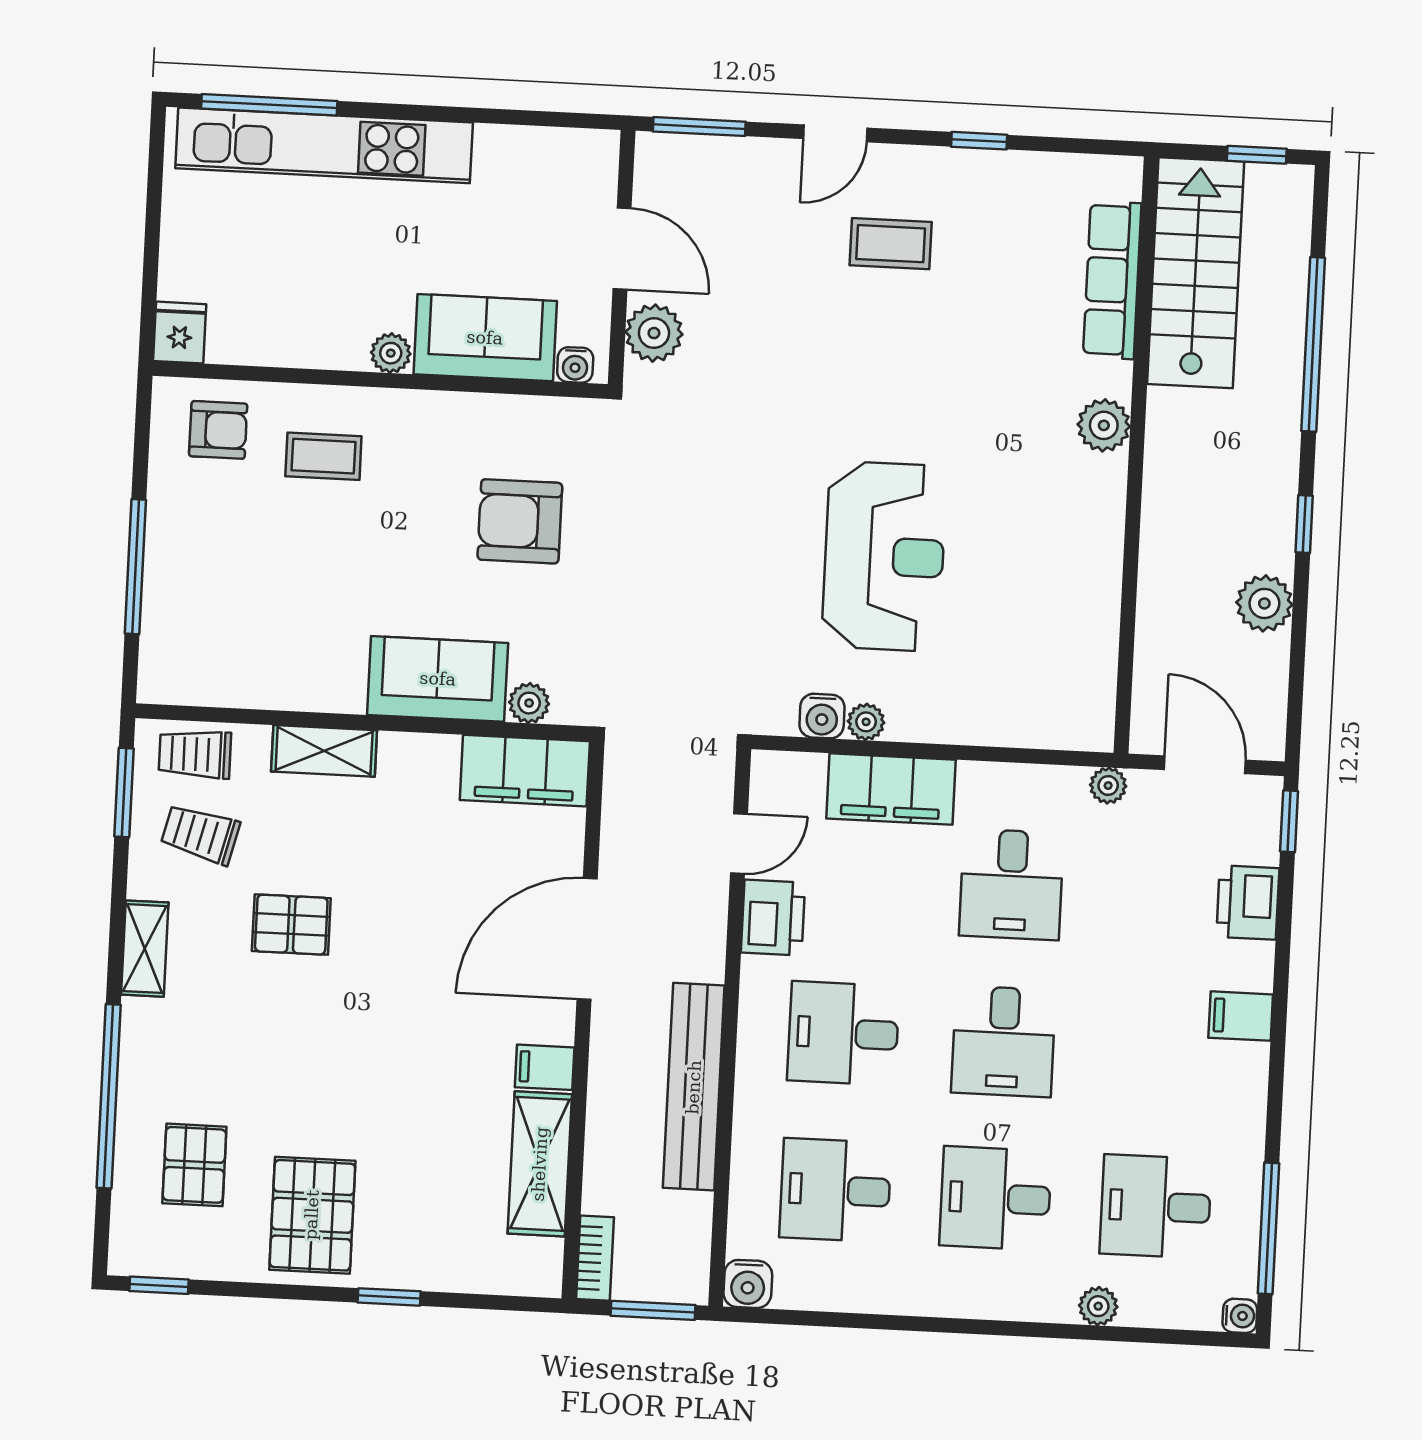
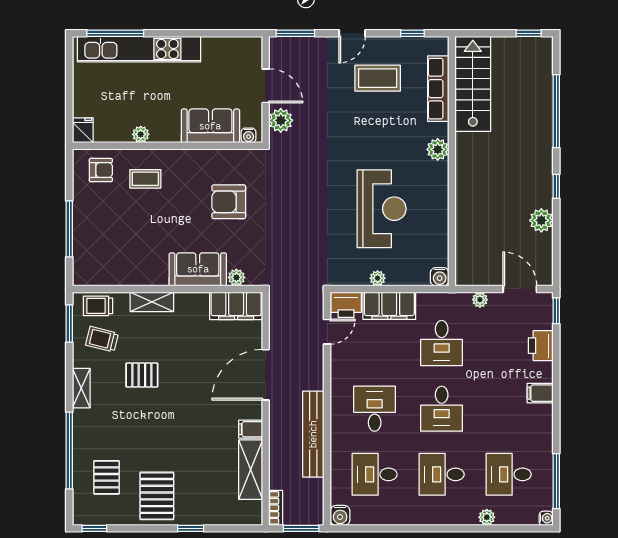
coffee table: (891, 244) -> (378, 78), width x1.36, depth x1.30
stairs: (1196, 273) -> (473, 84), moved
row of seats: (1112, 280) -> (438, 89), moved
plant: (391, 353) -> (141, 134), moved
plant: (1104, 425) -> (438, 149), moved
wall: (1136, 455) -> (452, 161), moved
water cooler: (822, 716) -> (440, 277), moved
printer: (773, 918) -> (346, 305), moved, turned 90
desk: (843, 1033) -> (375, 409), turned 90

